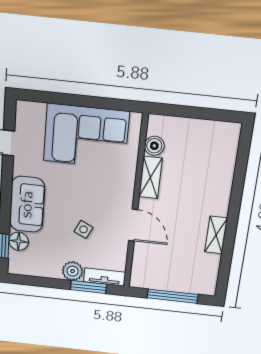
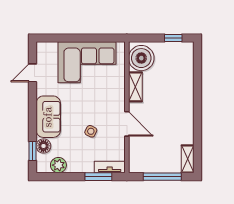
window: (213, 115) -> (173, 38), added
boiler: (154, 146) -> (141, 58), width x1.86, depth x1.86
shelving: (216, 235) -> (188, 159), moved
plant: (73, 271) -> (58, 165), moved

